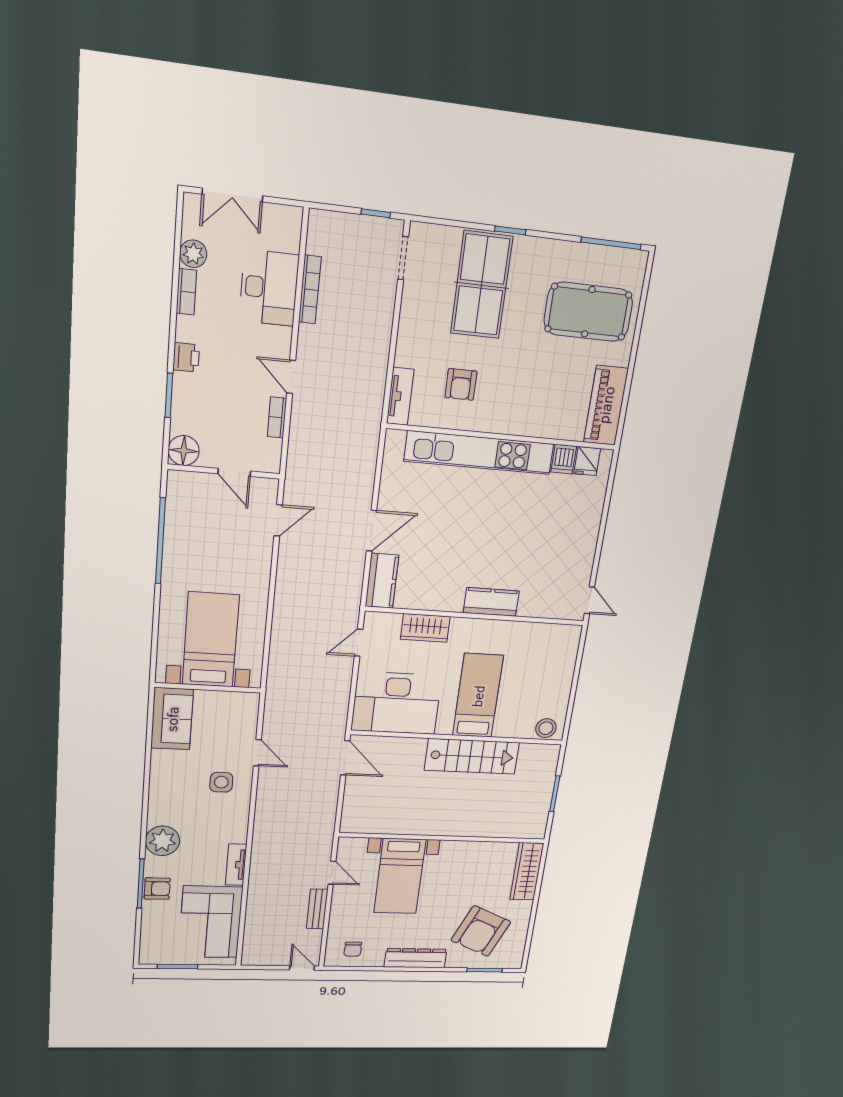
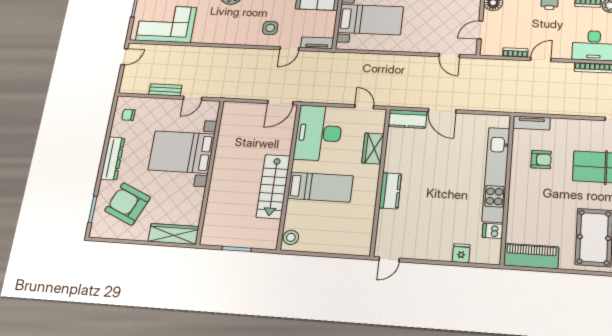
armchair: (461, 384) -> (541, 160), turned 180
fridge: (587, 461) -> (461, 253), moved, turned 90
tv unit: (236, 865) -> (317, 43), moved
bed with nightstands: (400, 876) -> (182, 152), width x1.36
door: (302, 968) -> (124, 57), moved

